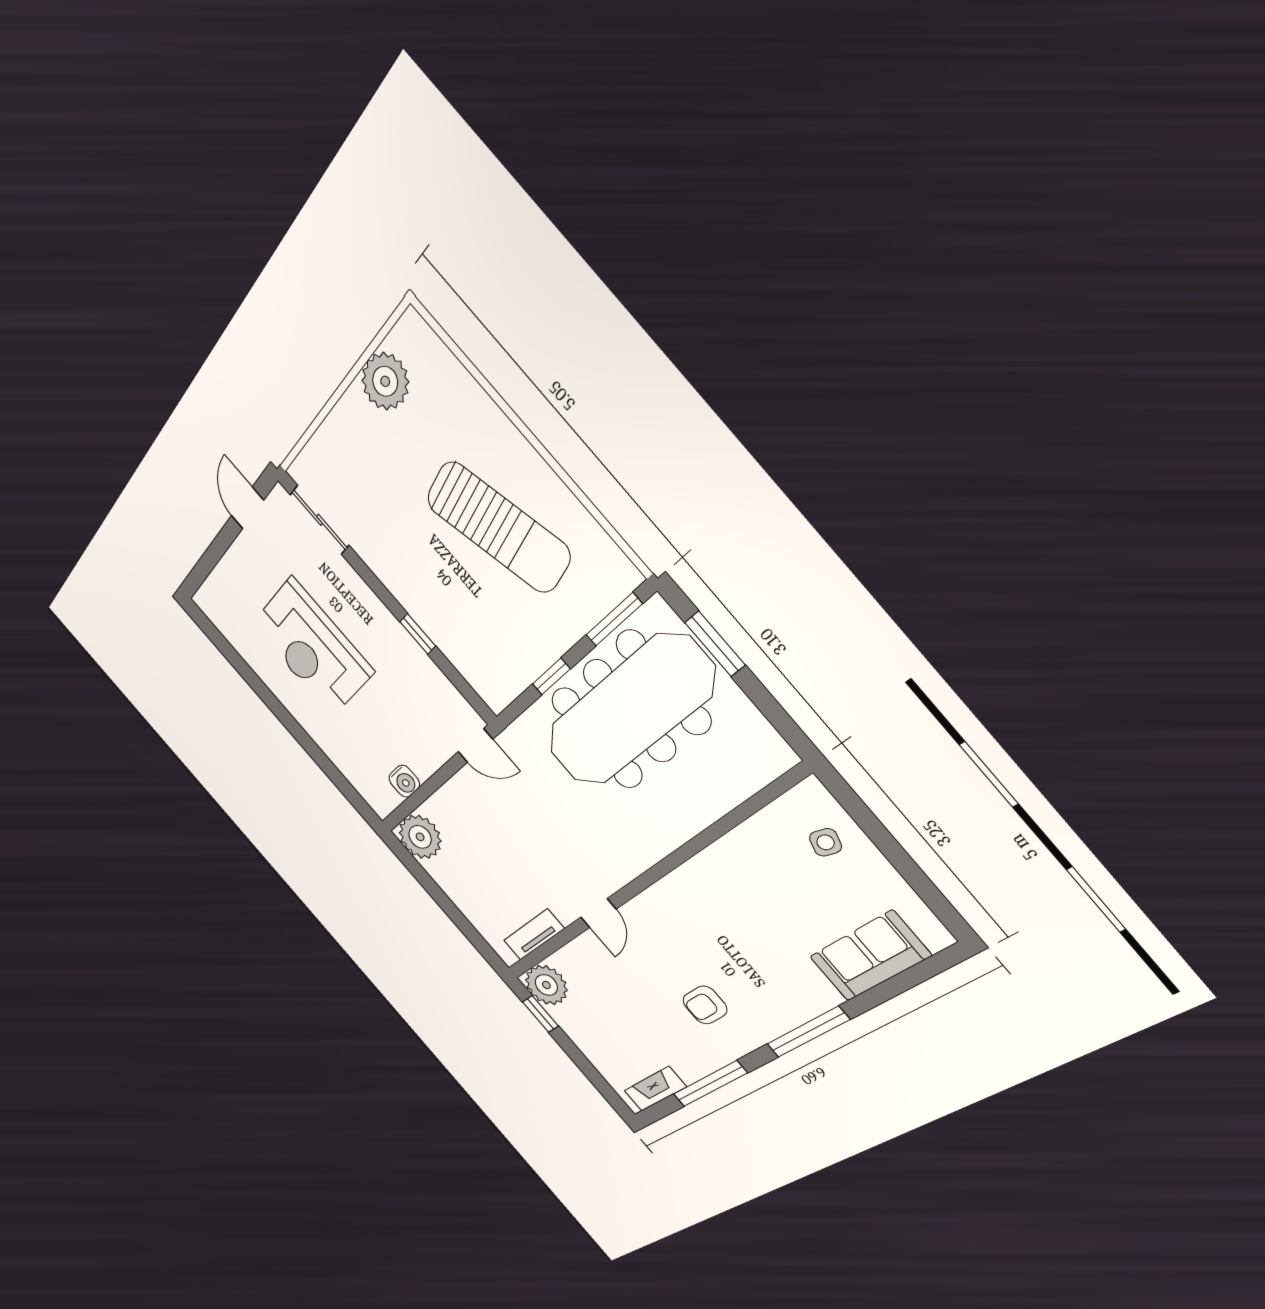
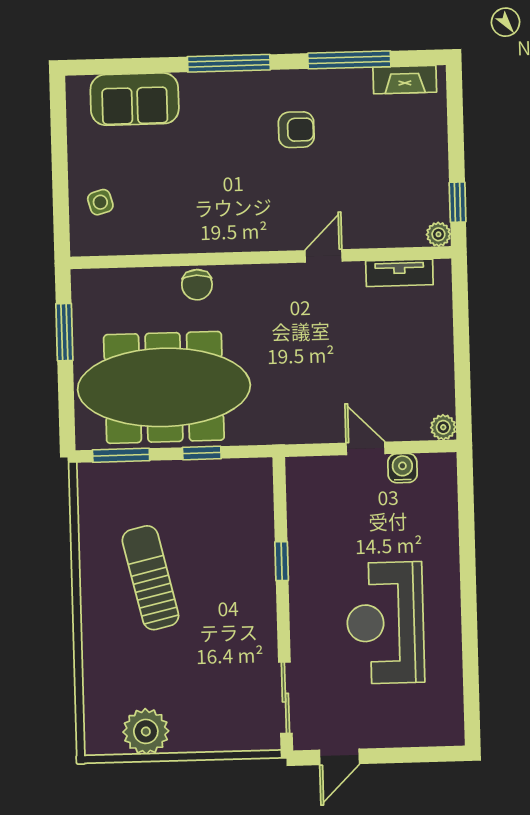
sun lounger: (498, 527) -> (150, 578), width x0.73, depth x0.75
window: (715, 644) -> (64, 332), moved
reception desk: (312, 648) -> (385, 623), turned 180
door: (475, 745) -> (366, 448), moved
chair: (677, 823) -> (197, 285), added
plant: (420, 837) -> (443, 427), width x0.53, depth x0.53
side table: (826, 842) -> (100, 202), turned -33
plant: (546, 985) -> (438, 234), width x0.53, depth x0.53

